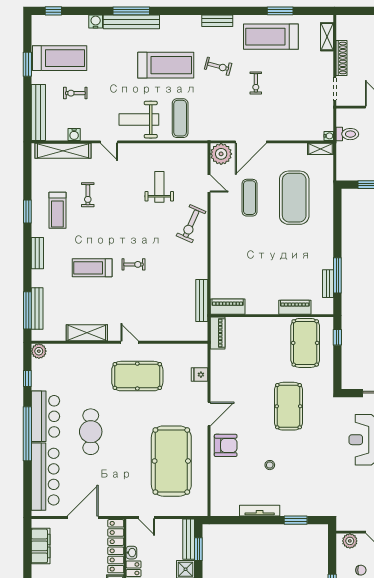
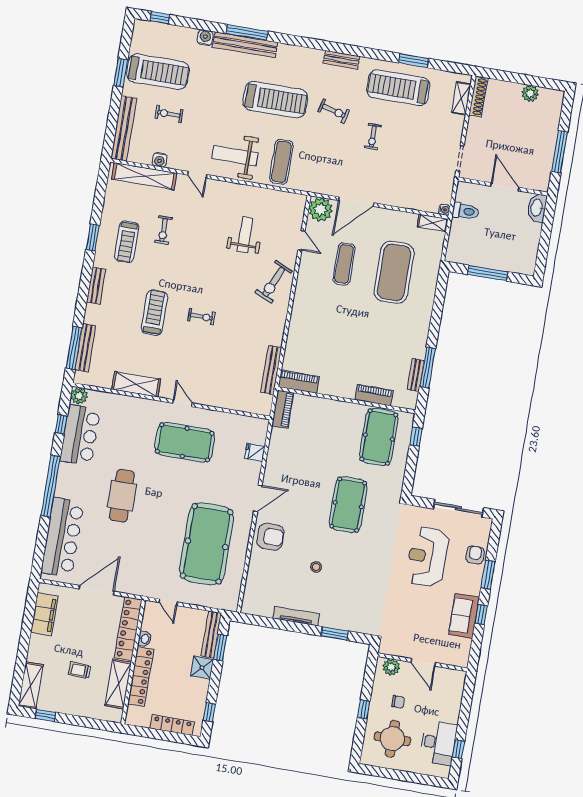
shoe rack: (341, 58) -> (478, 97), moved
treadmill: (92, 268) -> (154, 313), turned 90
bar counter: (45, 416) -> (80, 435), moved

